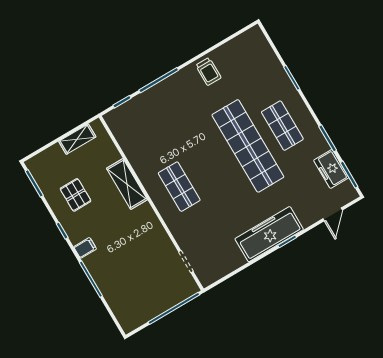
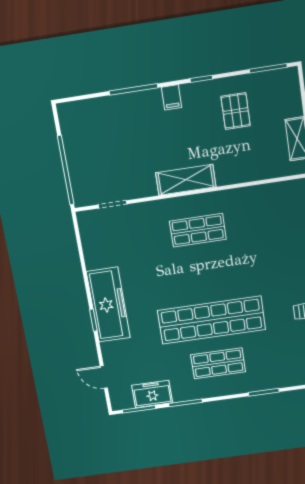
shelving: (127, 184) -> (186, 180), moved
pallet: (76, 195) -> (236, 111), turned 90

